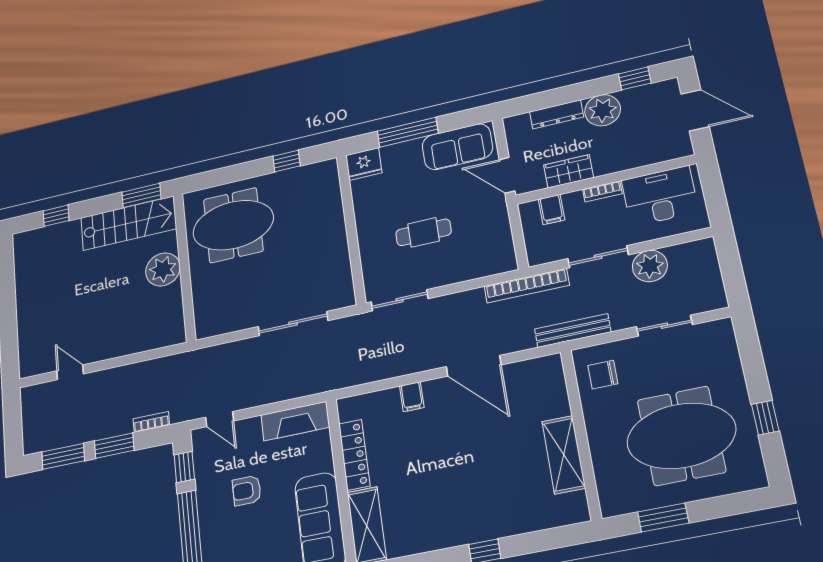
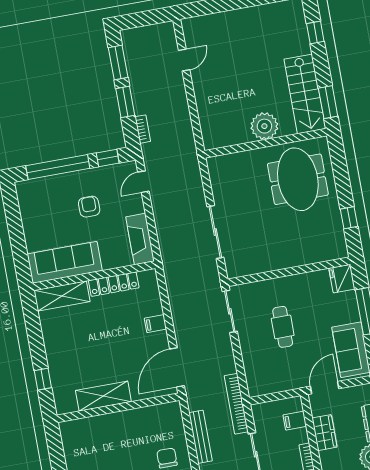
wall: (581, 434) -> (118, 408), moved
shelving: (564, 455) -> (103, 396), moved

